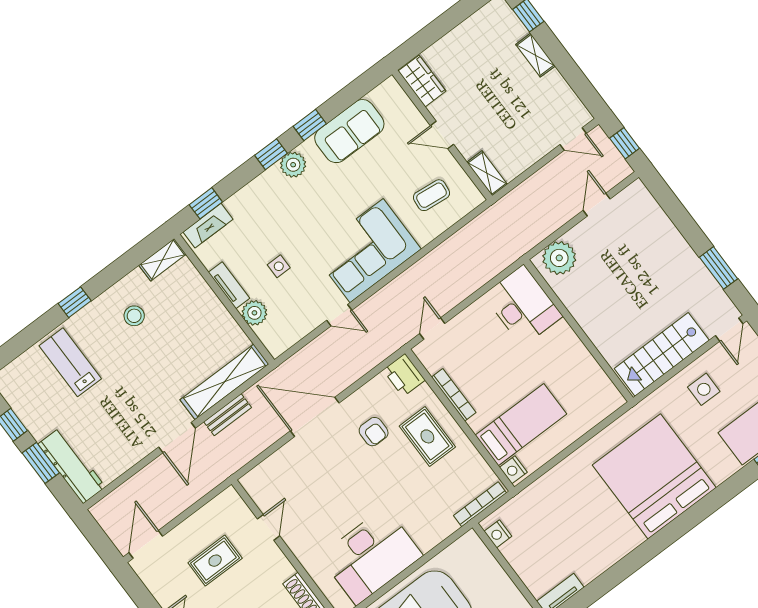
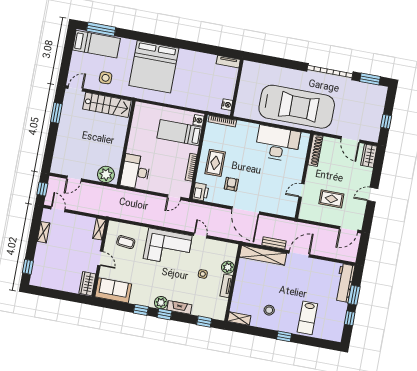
shelving: (535, 55) -> (43, 232), moved
sofa: (349, 131) -> (113, 290), moved
fireplace: (208, 226) -> (179, 307), moved

